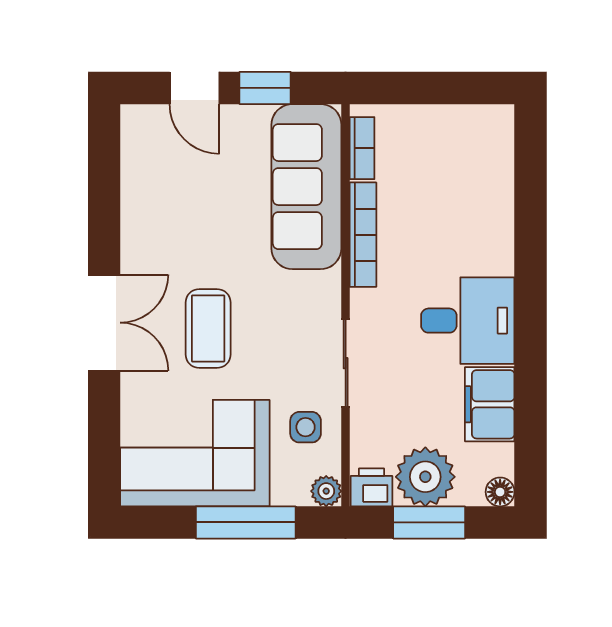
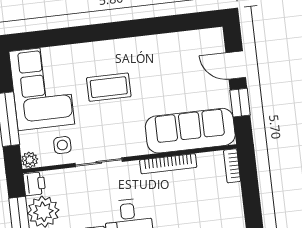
door: (194, 88) -> (236, 65), hinge flipped
bookcase: (362, 148) -> (232, 166), moved, turned 90
double door: (104, 323) -> (105, 32), removed

